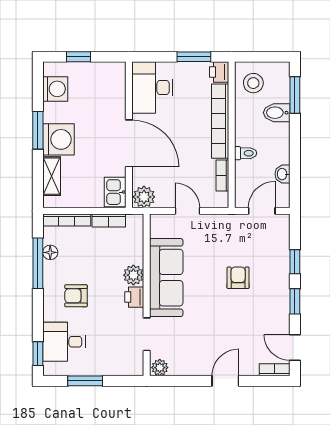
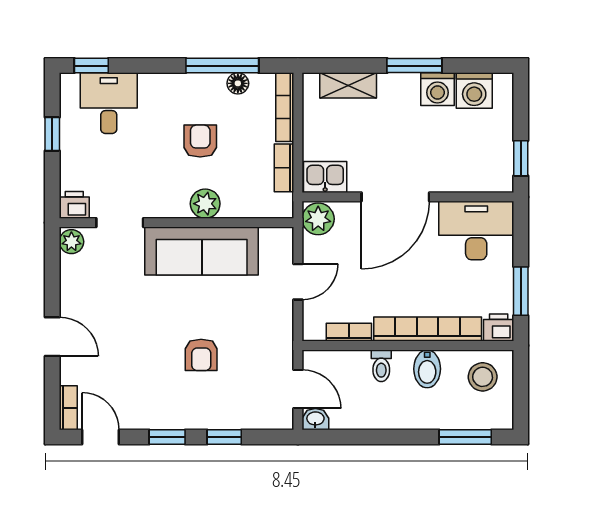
window: (78, 57) -> (521, 158), moved
bidet: (277, 113) -> (427, 369), moved, turned 180
washing machine: (58, 139) -> (438, 89), moved, width x0.73, depth x0.73
washbasin: (283, 174) -> (315, 419), moved
armchair: (238, 278) -> (201, 355), turned 90
armchair: (76, 296) -> (200, 141), moved
printer: (134, 297) -> (74, 205), moved
door: (295, 347) -> (101, 437), hinge flipped
window: (85, 381) -> (52, 134), width x0.67

